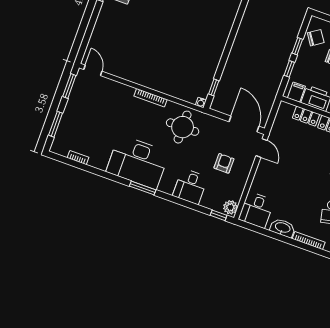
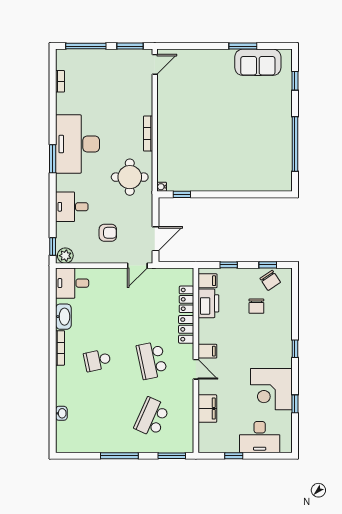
window: (297, 46) -> (268, 265), moved
window: (56, 124) -> (86, 46), width x1.44
door: (244, 124) -> (155, 239), width x0.73

